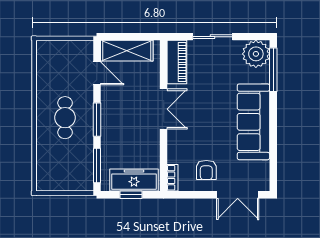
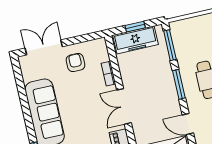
bookcase: (172, 178) -> (108, 74), moved

